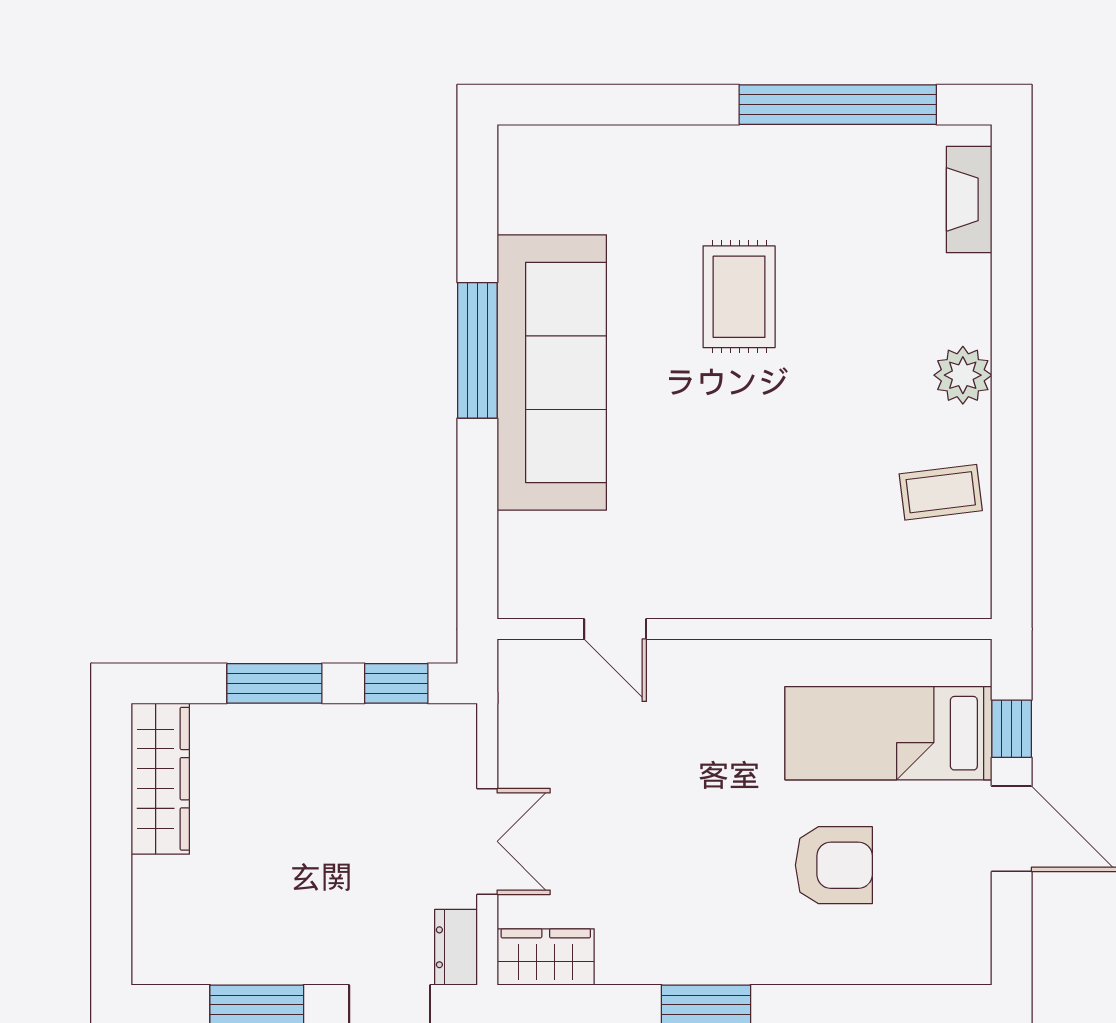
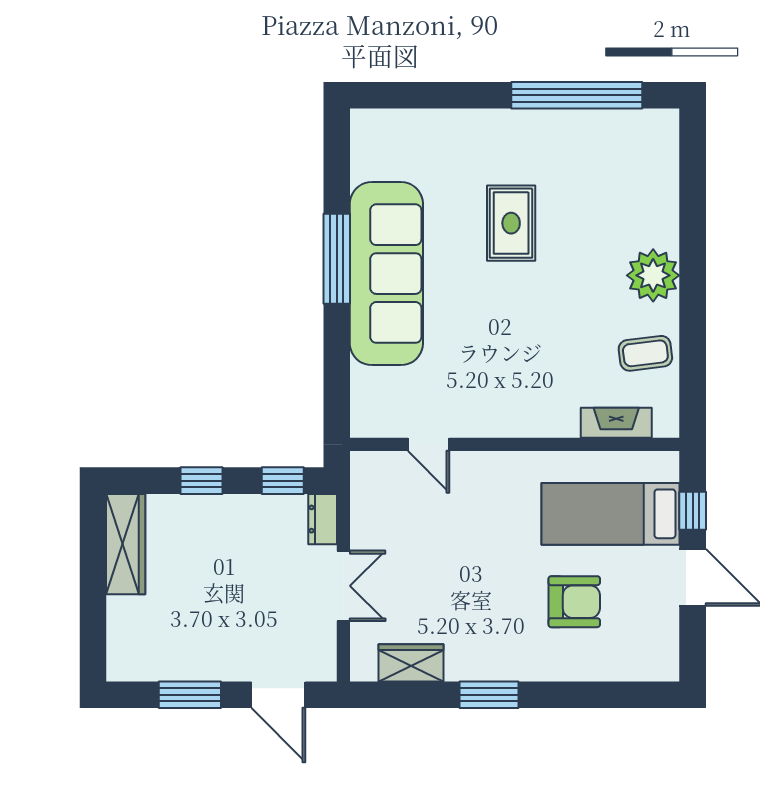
fireplace: (969, 199) -> (616, 423), moved, turned 90
plant: (963, 375) -> (653, 275), width x1.36, depth x1.36
window: (274, 683) -> (202, 481), width x0.67
dresser: (456, 947) -> (323, 519), moved
wardrobe: (546, 957) -> (411, 663), moved

